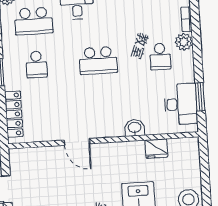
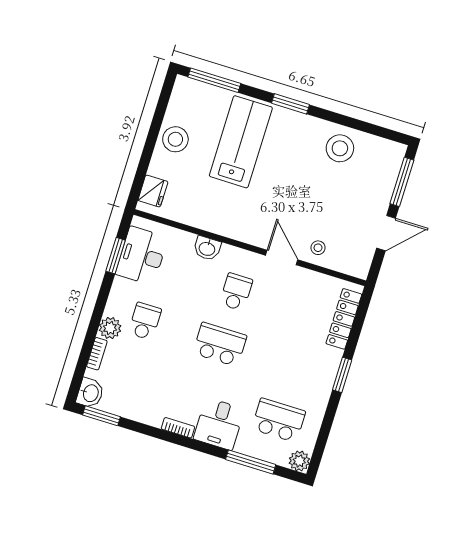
school desk: (36, 64) -> (236, 292), moved
fridge: (156, 149) -> (153, 191), moved, turned 90
stool: (53, 159) -> (318, 248), added

